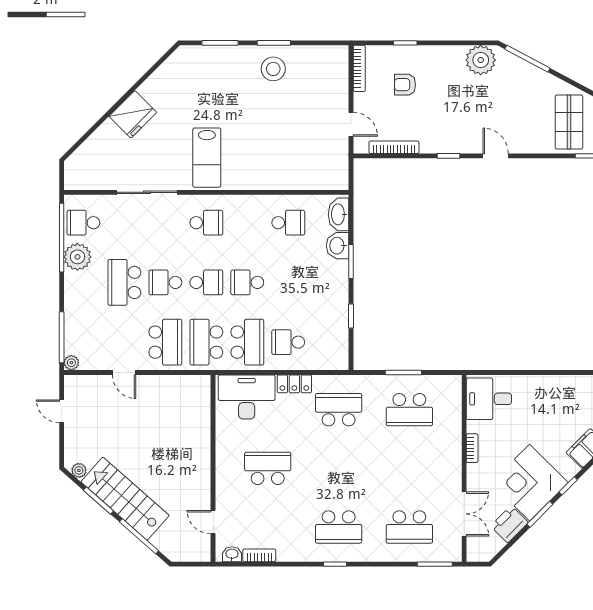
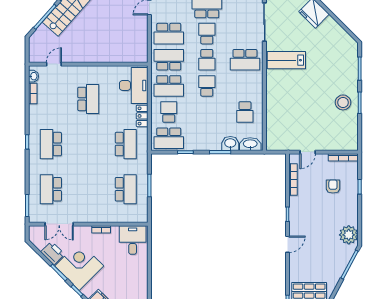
school desk: (206, 223) -> (245, 60), width x1.85
school desk: (329, 342) -> (169, 138), added
school desk: (409, 410) -> (126, 189), turned 180

